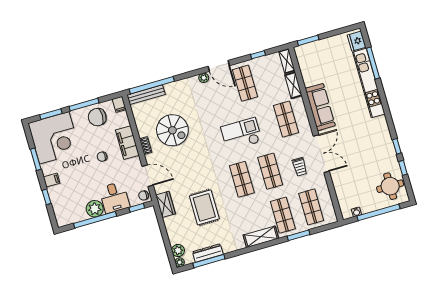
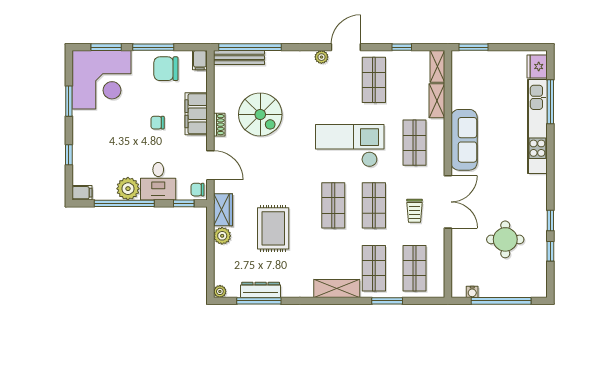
door: (219, 66) -> (346, 47), swing flipped
checkout: (241, 134) -> (350, 146), width x1.36, depth x1.21
filing cabinet: (52, 180) -> (82, 193), moved
round table: (390, 186) -> (505, 239), moved
plant: (178, 250) -> (222, 236), moved

